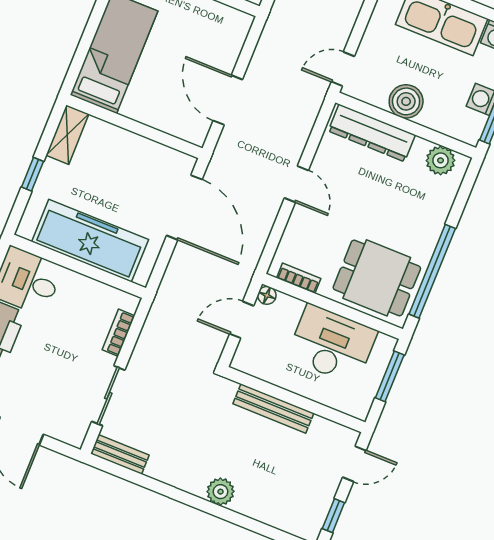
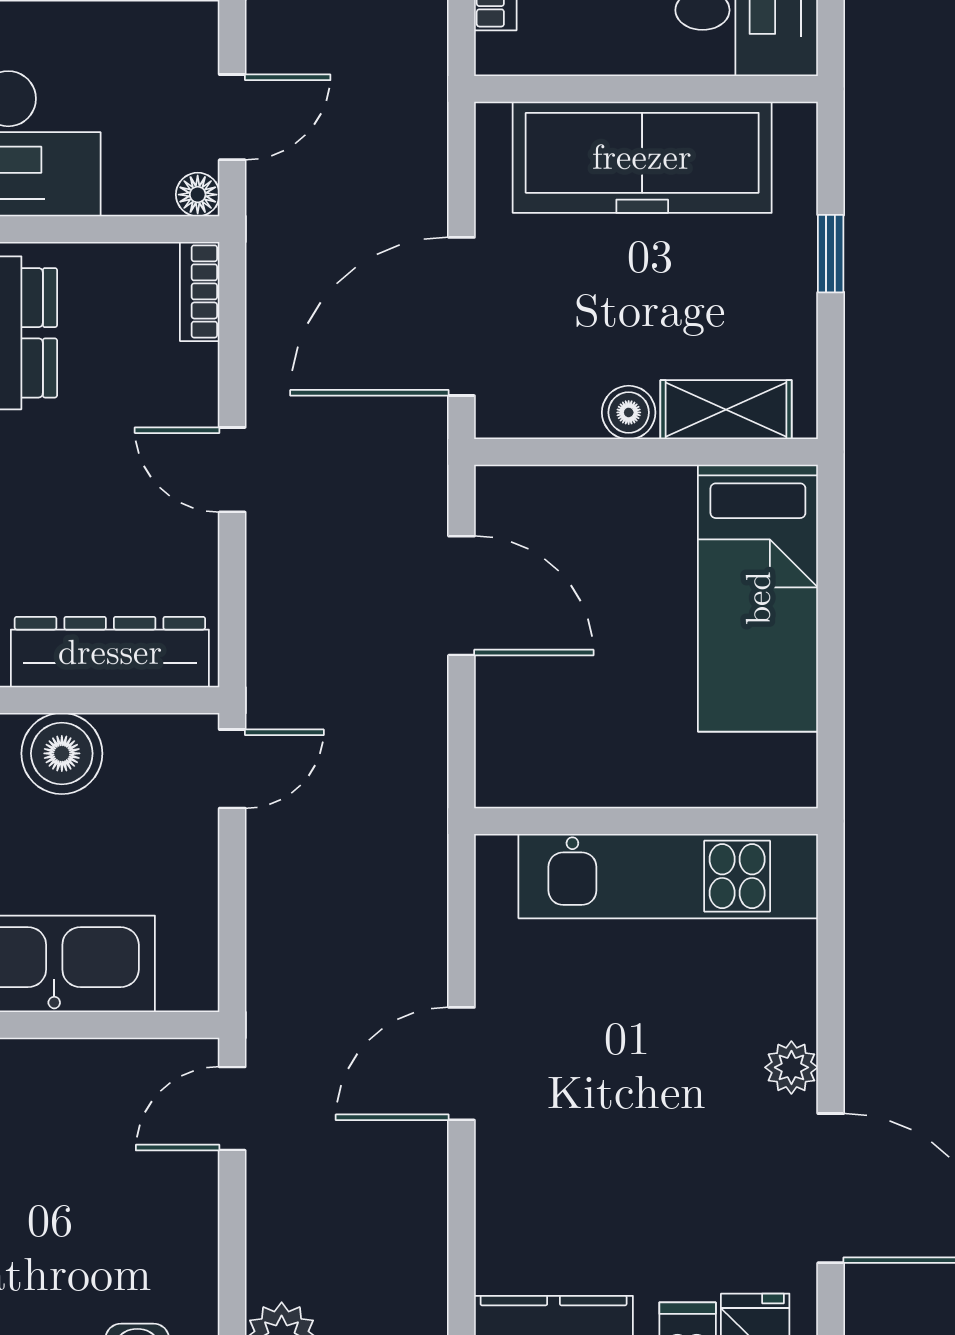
shelving: (67, 135) -> (726, 410), moved, turned 90
boiler: (135, 145) -> (629, 412), added
door: (184, 207) -> (461, 316), hinge flipped
bookcase: (299, 278) -> (200, 291), moved, turned 90

